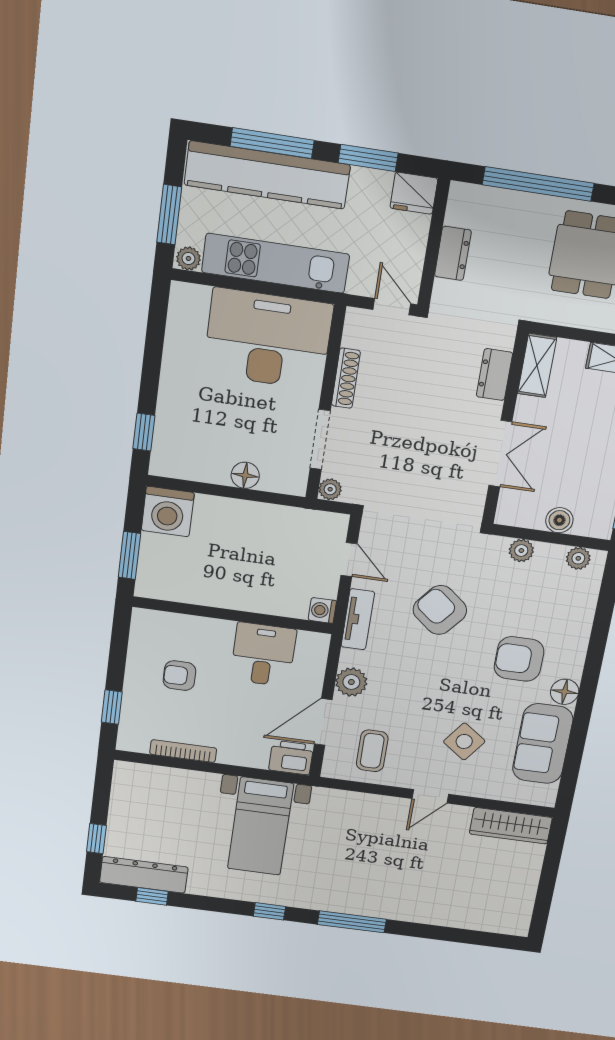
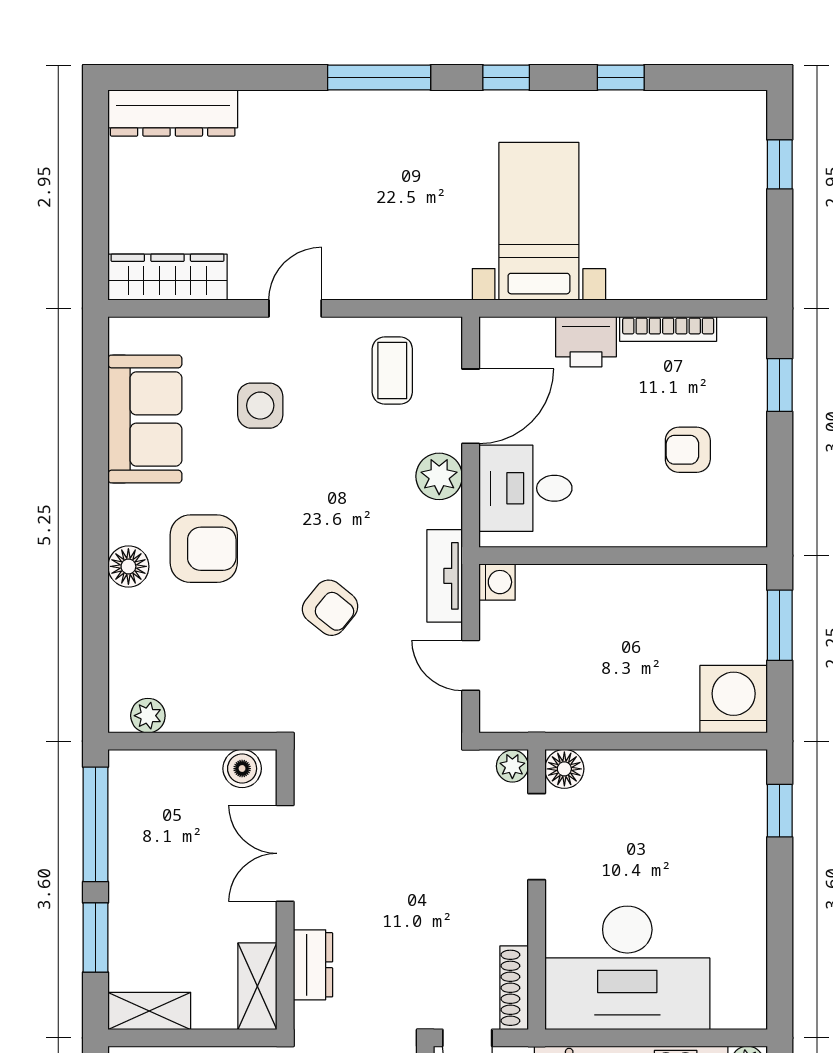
shoe rack: (346, 378) -> (514, 988), moved
floor lamp: (245, 475) -> (564, 769), moved
boiler: (559, 520) -> (242, 769), moved
plant: (521, 551) -> (230, 715), removed
armchair: (440, 610) -> (330, 608), width x0.72, depth x0.72
desk: (263, 655) -> (525, 488), moved, turned 90
armchair: (179, 676) -> (688, 450), turned 180
floor lamp: (565, 692) -> (128, 566), moved
side table: (464, 741) -> (260, 406), turned -36
printer: (291, 758) -> (586, 342), moved
dresser: (144, 875) -> (173, 113), moved
window: (152, 896) -> (621, 78), moved

